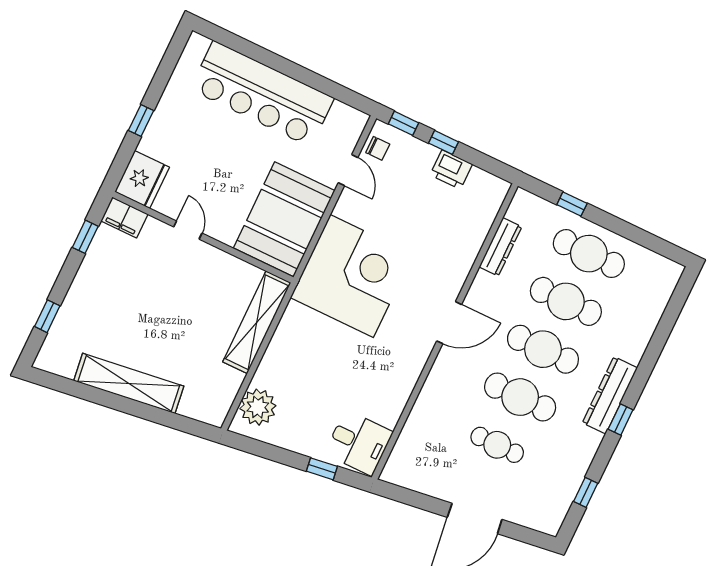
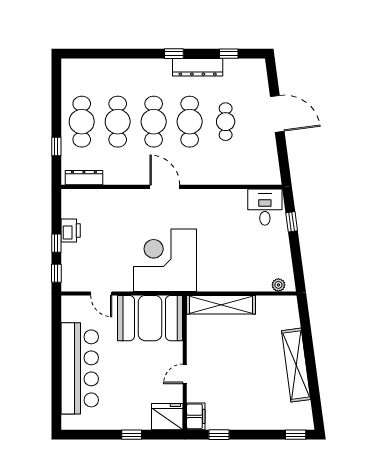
chair: (378, 148) -> (79, 282), removed
door: (348, 170) -> (101, 293), swing flipped
dresser: (500, 247) -> (84, 178), moved
window: (47, 316) -> (296, 435), moved
dresser: (610, 395) -> (198, 67), moved
plant: (258, 407) -> (278, 285), width x0.53, depth x0.53

